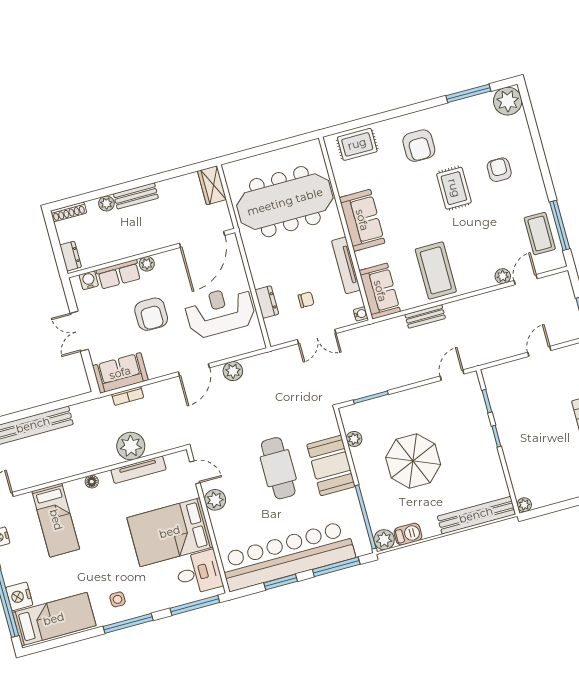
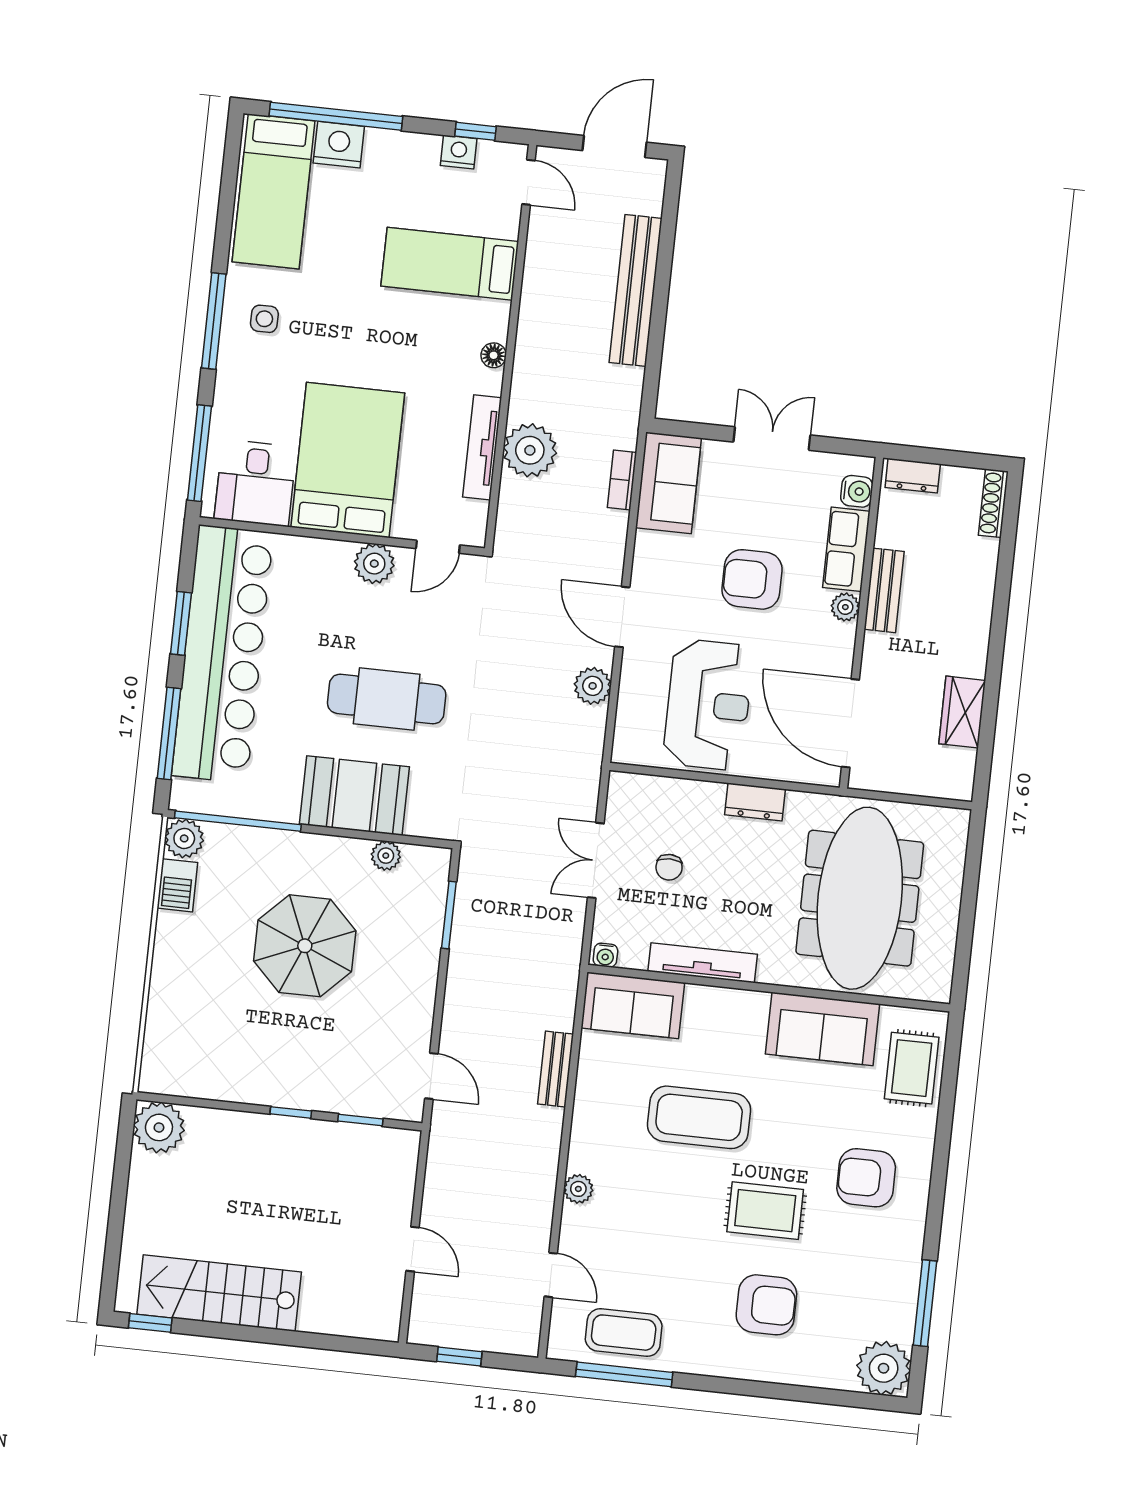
armchair: (499, 170) -> (766, 1305), width x1.38, depth x1.38
wardrobe: (212, 185) -> (962, 712), moved, turned -90
bench: (136, 196) -> (884, 590), moved
plant: (106, 203) -> (982, 577), removed
sofa: (362, 220) -> (823, 1029), moved
coffee table: (436, 270) -> (699, 1117), moved
plant: (503, 276) -> (578, 1189), moved
dresser: (267, 302) -> (755, 802), moved
plant: (524, 505) -> (159, 1127), width x1.88, depth x1.88
bench: (476, 515) -> (163, 1021), removed

